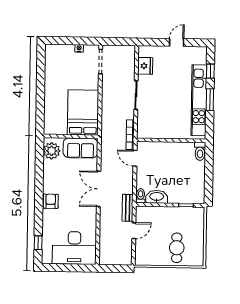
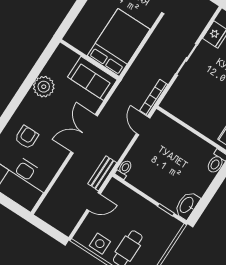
plant: (52, 151) -> (44, 87), moved
washbasin: (157, 197) -> (187, 205), moved, turned -90
armchair: (51, 201) -> (27, 137), moved
side table: (156, 256) -> (100, 244), added

